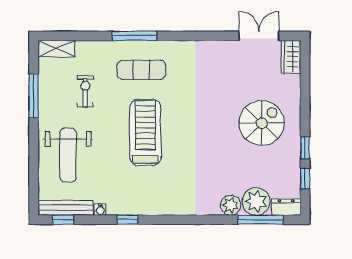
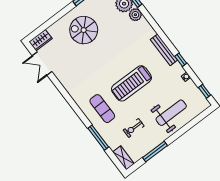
window: (134, 36) -> (98, 138), moved
bench: (66, 208) -> (164, 50), moved

